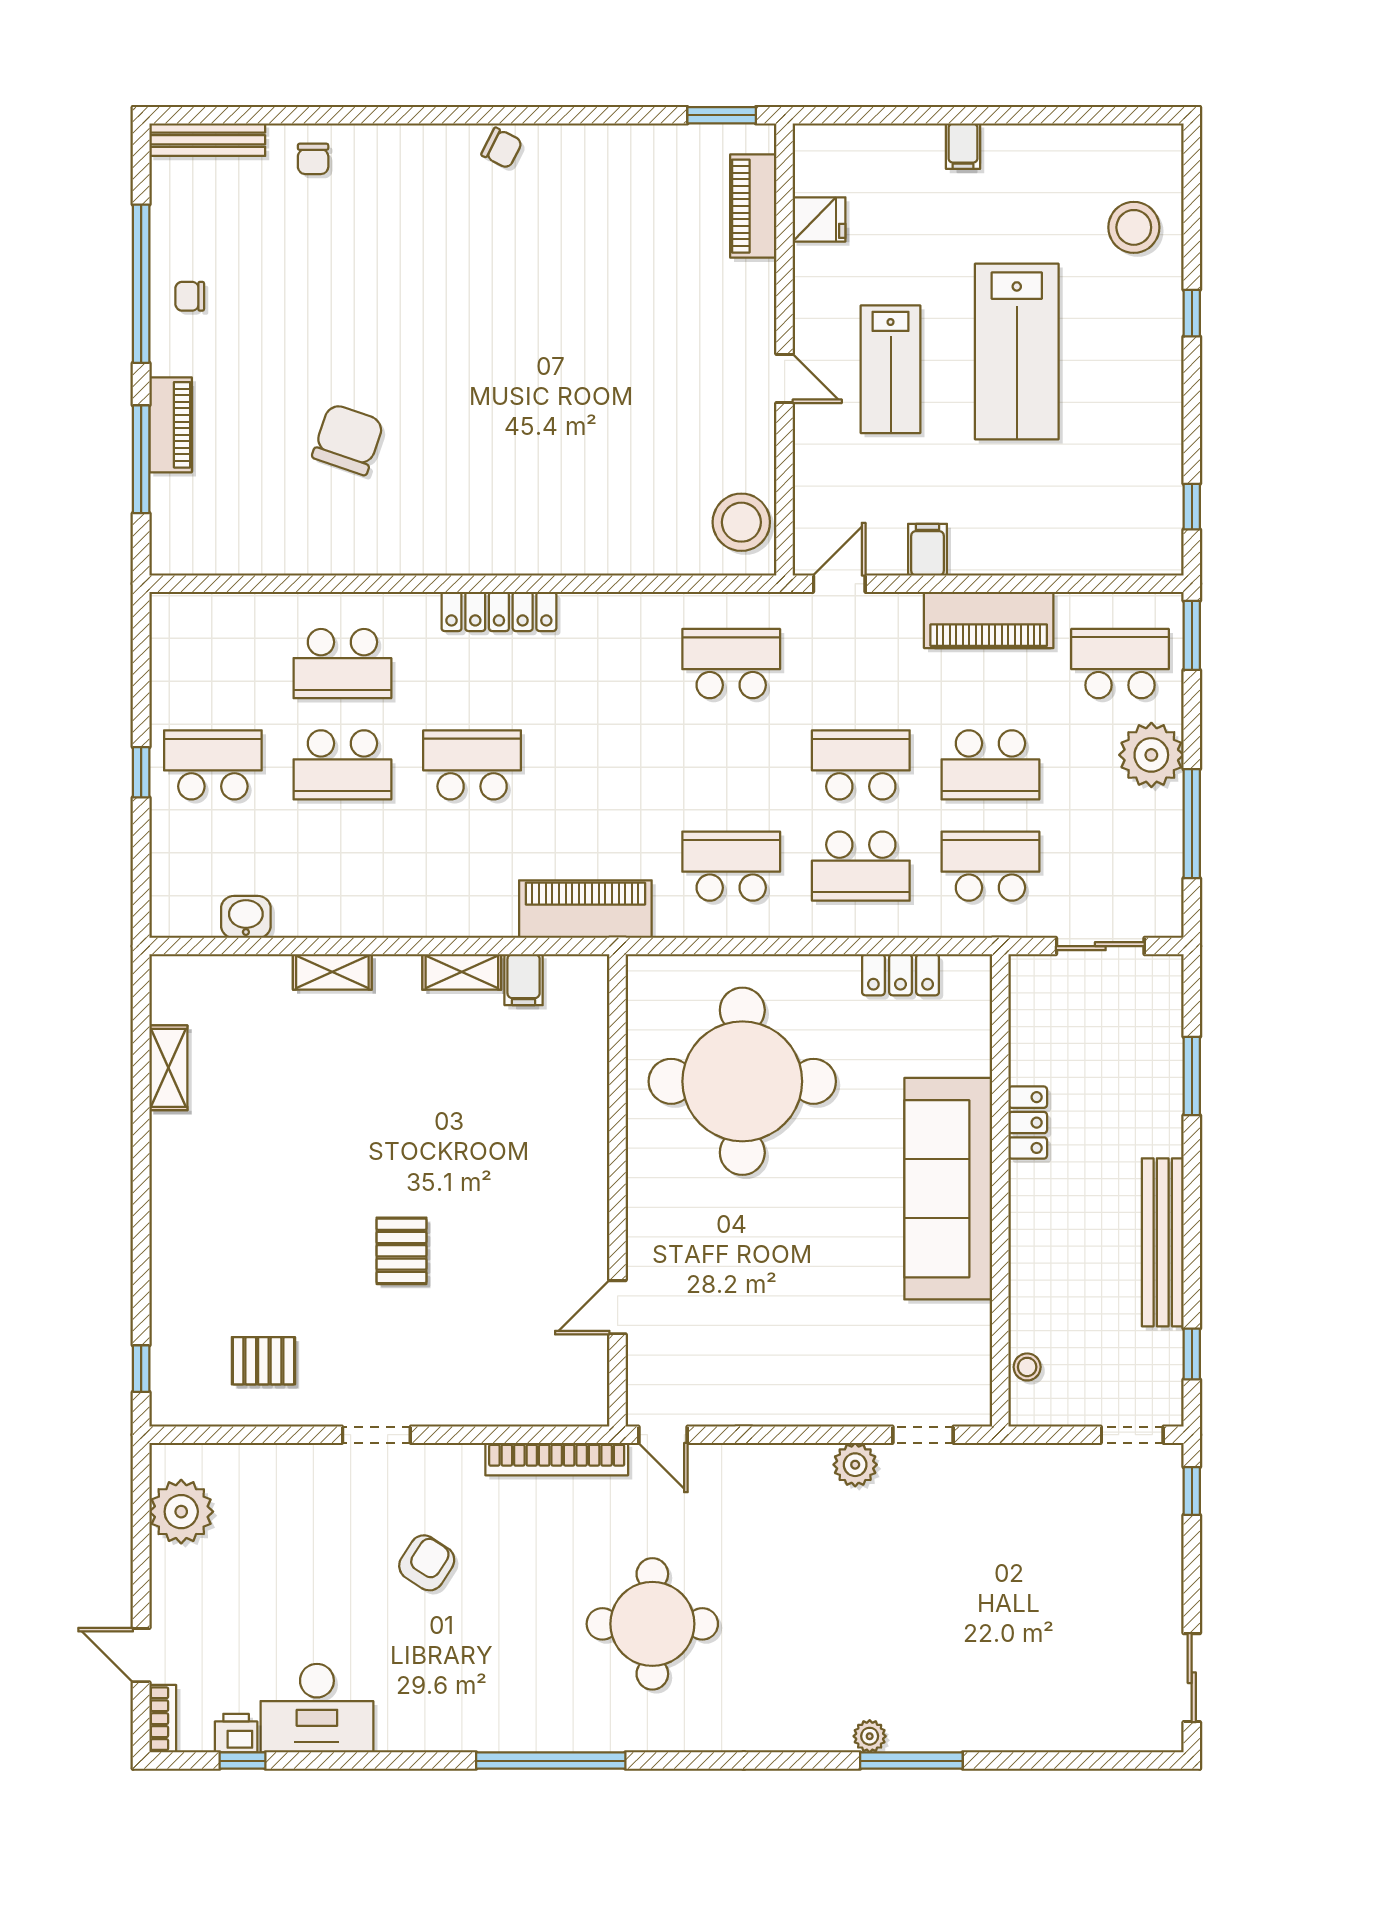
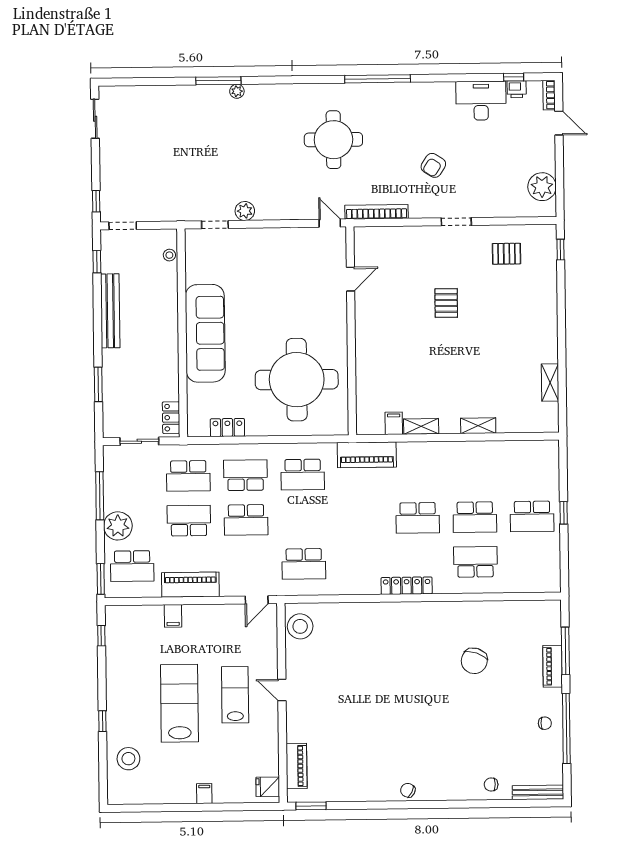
chair: (313, 159) -> (491, 784), turned -90
fridge: (819, 219) -> (268, 787), moved
filing cabinet: (928, 550) -> (173, 616), moved
school desk: (342, 765) -> (475, 517), turned 180
washbasin: (246, 917) -> (517, 449), removed
locker: (1028, 1123) -> (171, 418), moved

